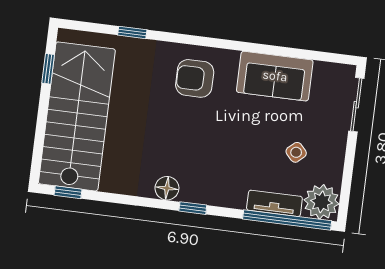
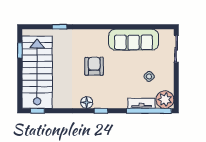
sofa: (275, 76) -> (134, 40), width x1.36
armchair: (195, 78) -> (94, 66), moved, turned 90

